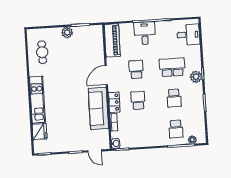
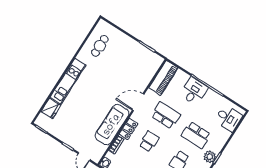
plant: (67, 32) -> (132, 45), removed
school desk: (172, 67) -> (196, 135), turned 180
school desk: (136, 69) -> (166, 115), width x1.85

